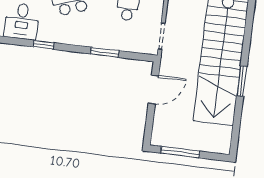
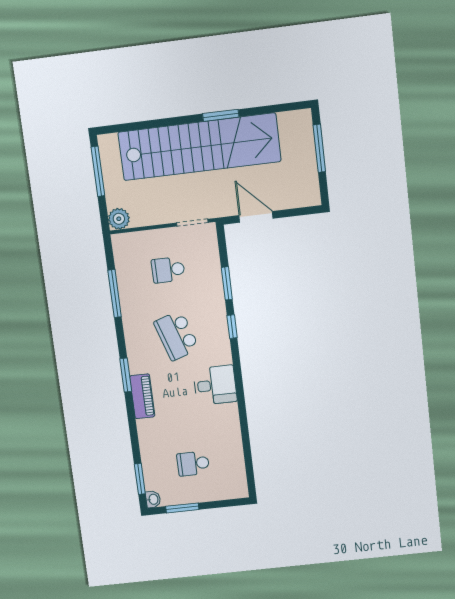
window: (43, 45) -> (232, 327), moved
window: (180, 152) -> (319, 148), moved

